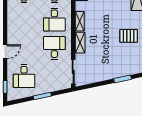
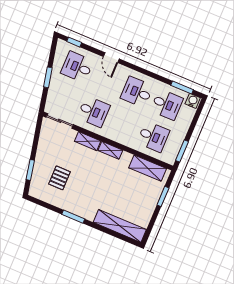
desk: (54, 20) -> (137, 92), moved
pallet: (129, 36) -> (59, 178), moved

